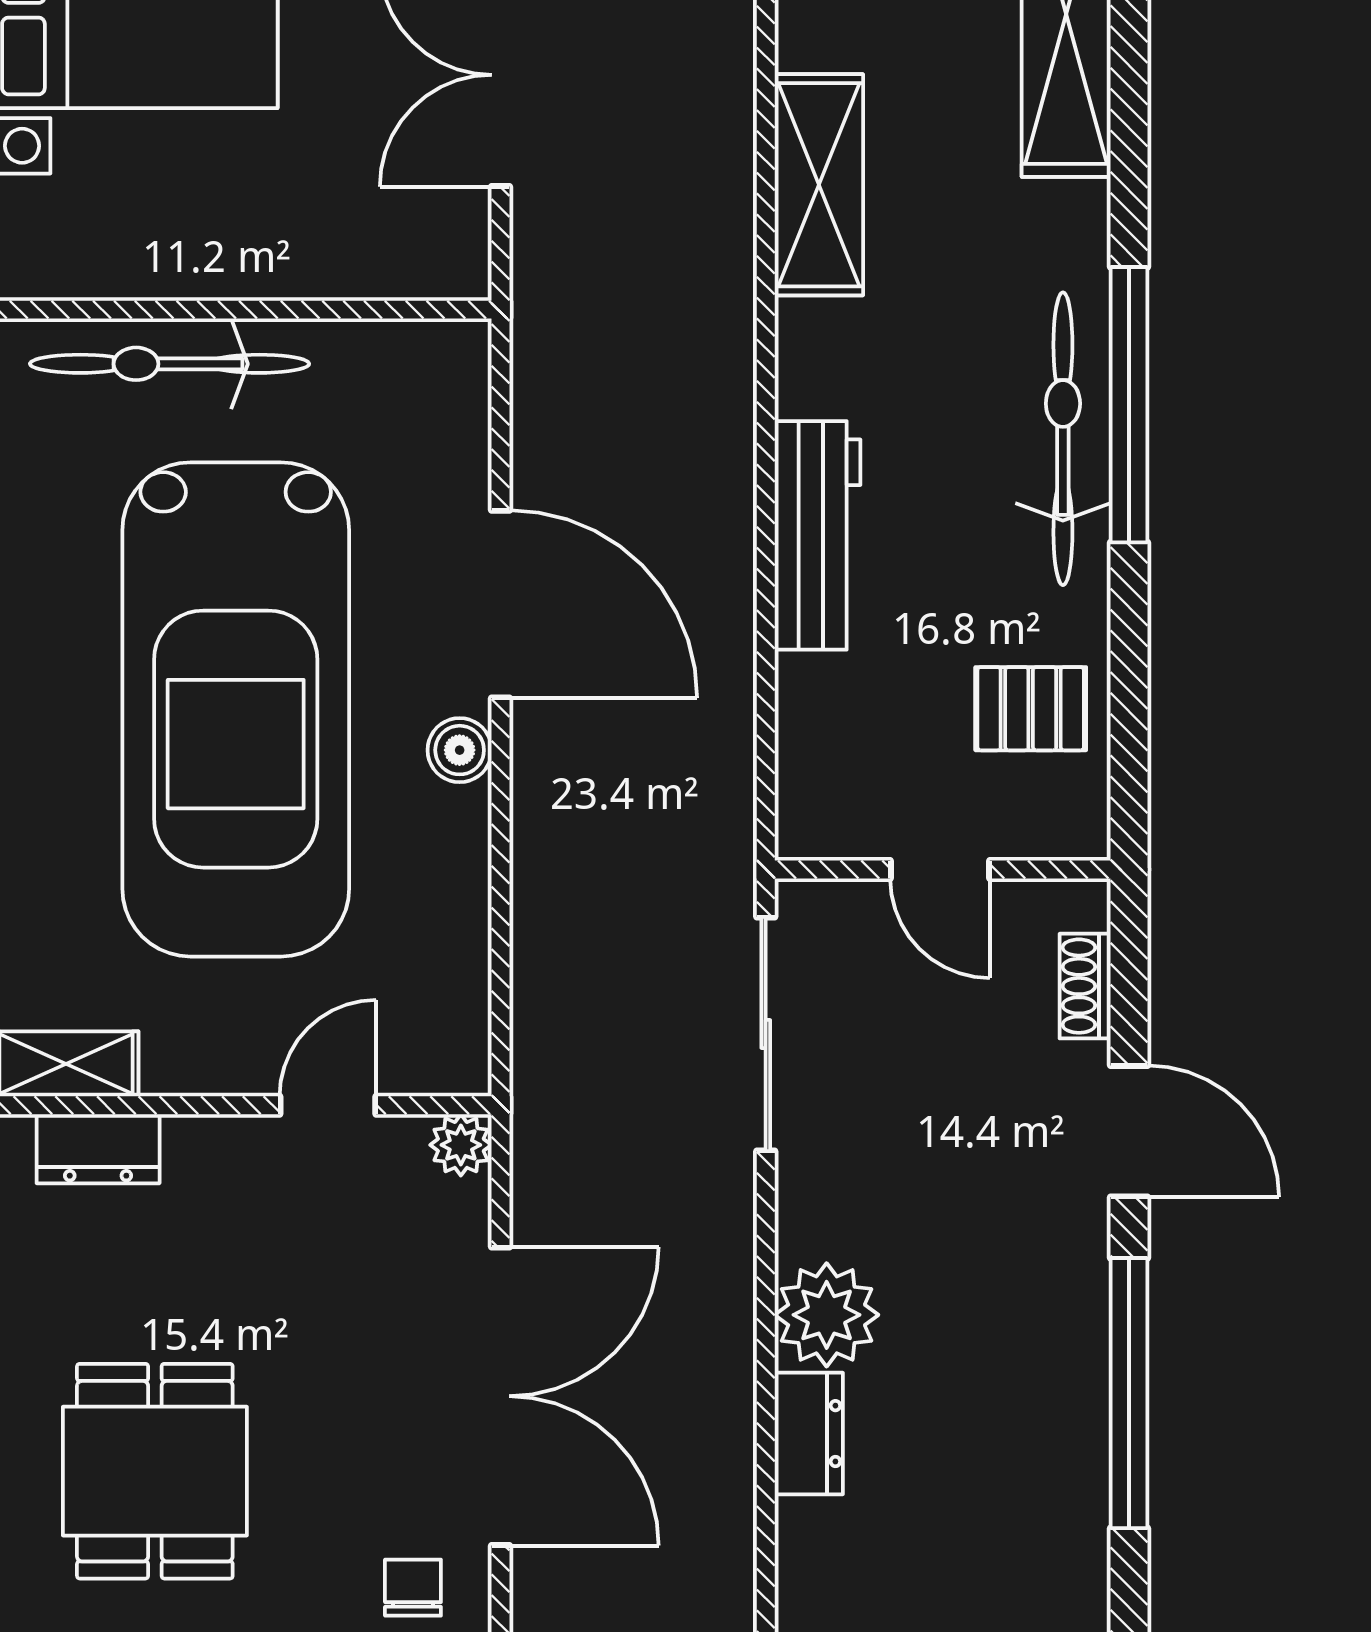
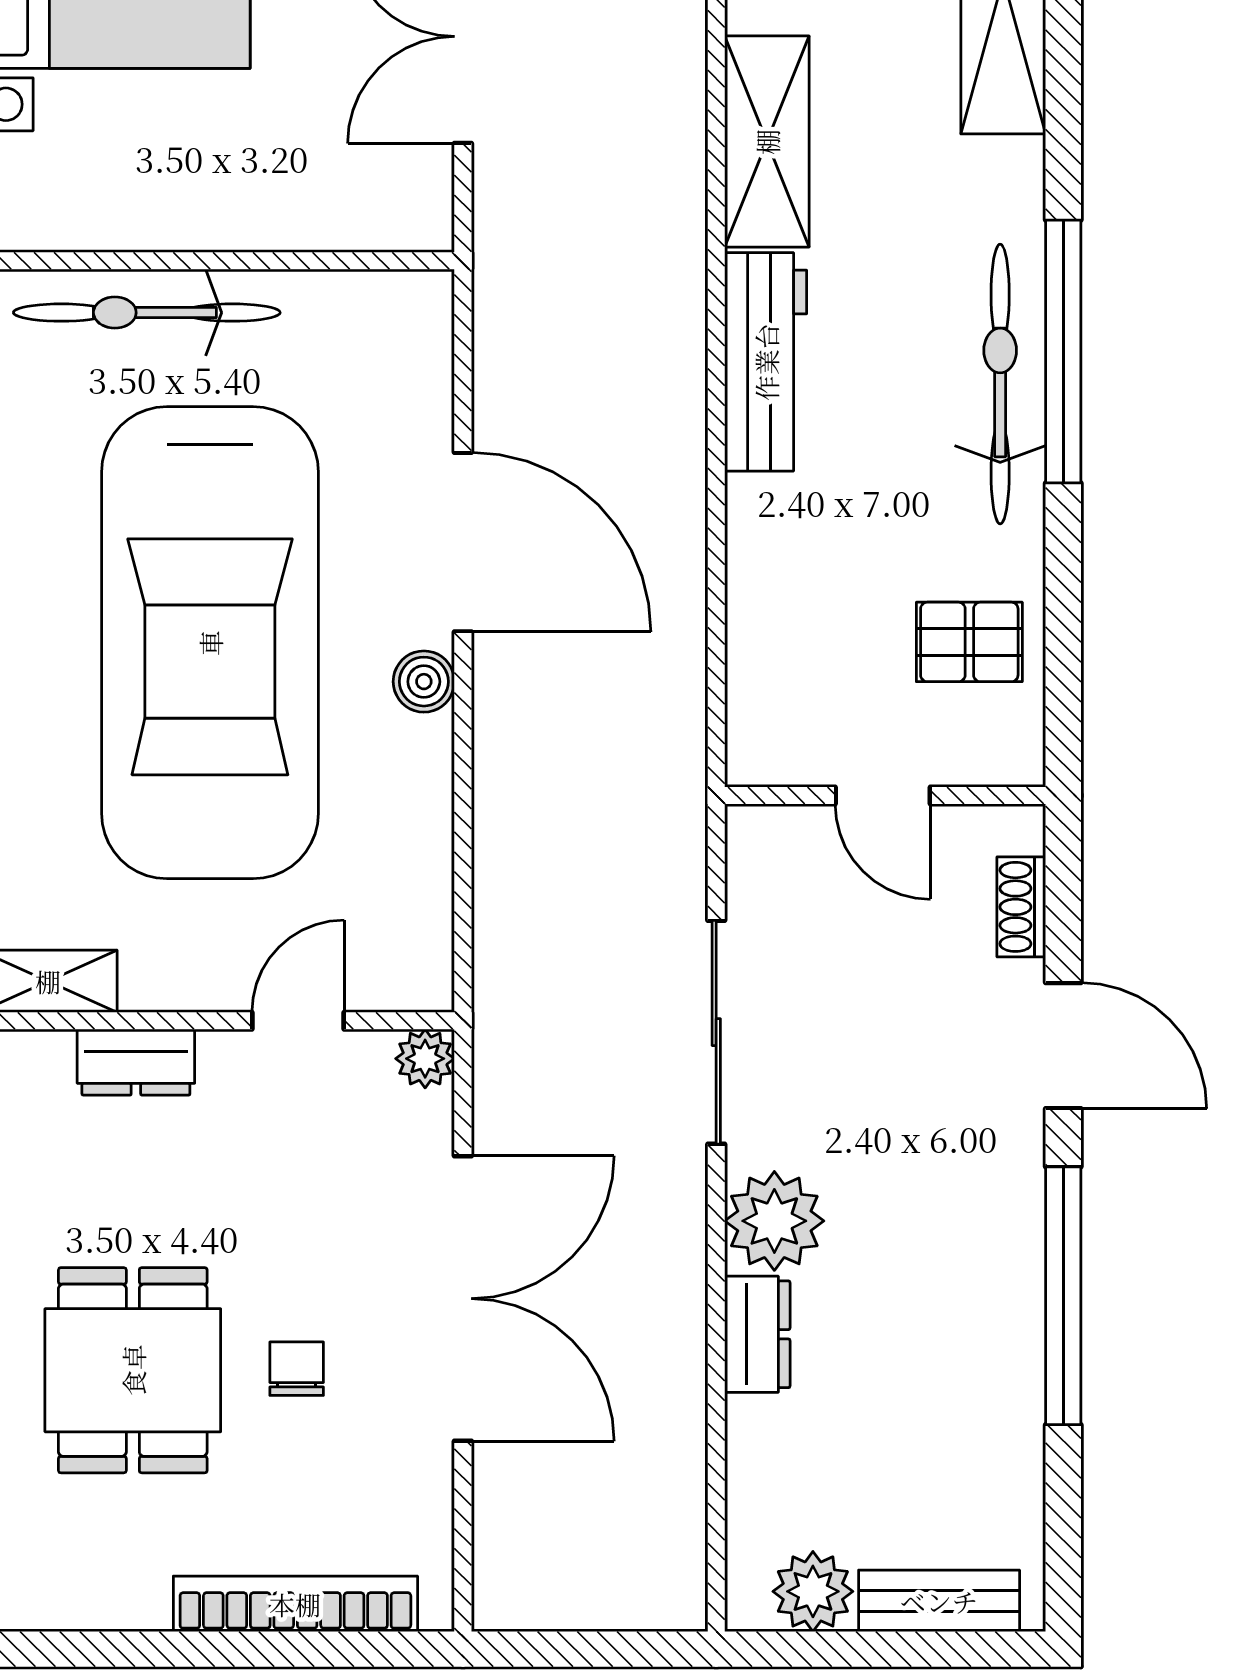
workbench: (817, 535) -> (766, 362), moved
sliding door: (766, 1034) -> (716, 1032), moved
dresser: (98, 1149) -> (136, 1062), moved
chair: (413, 1588) -> (297, 1369), moved

